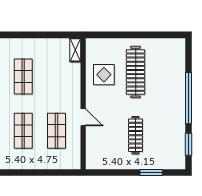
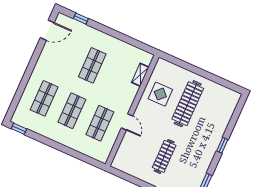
shelving: (75, 50) -> (140, 75), moved
window: (189, 98) -> (222, 145), width x0.32

